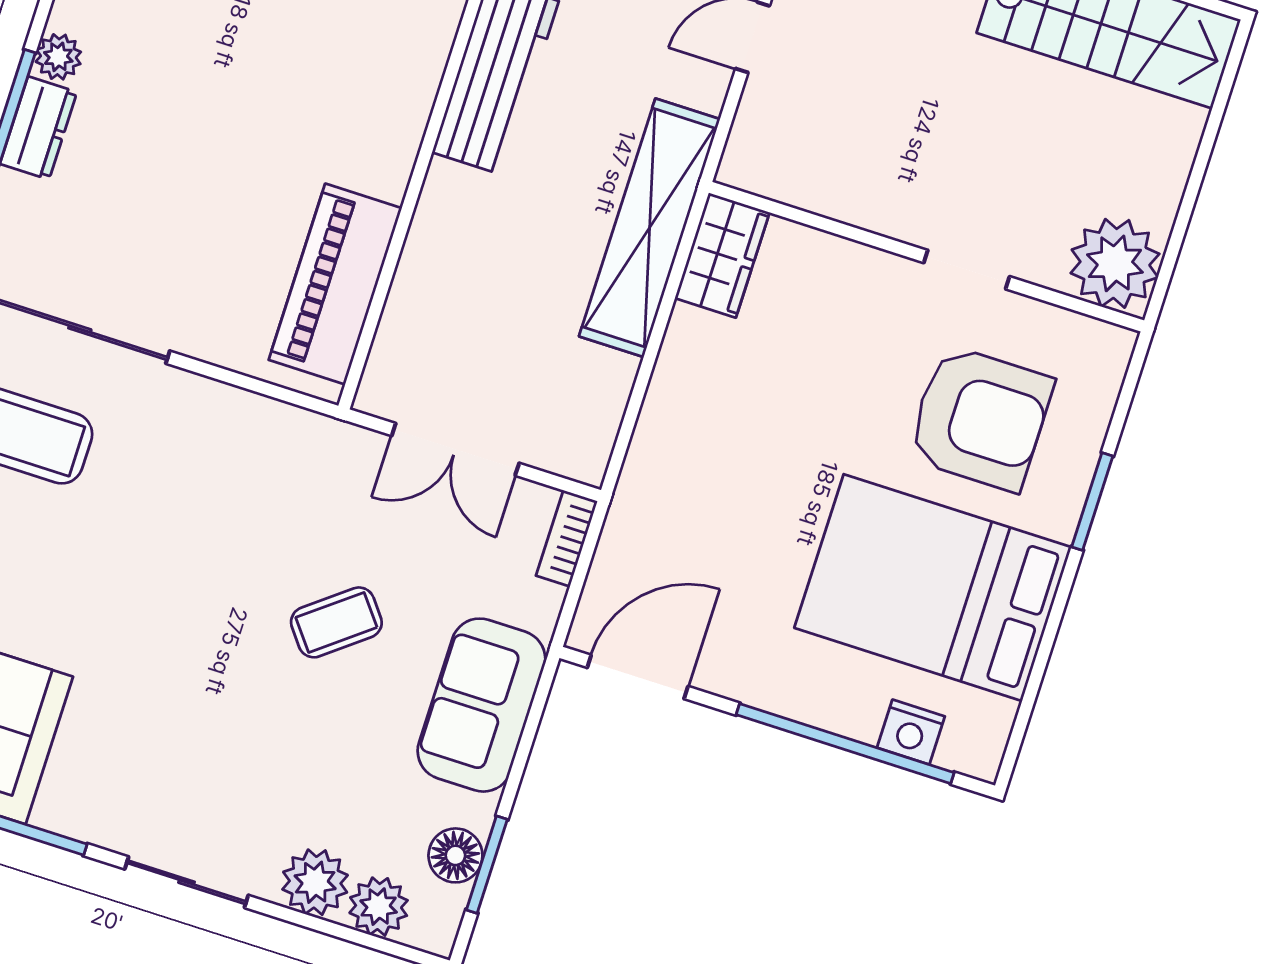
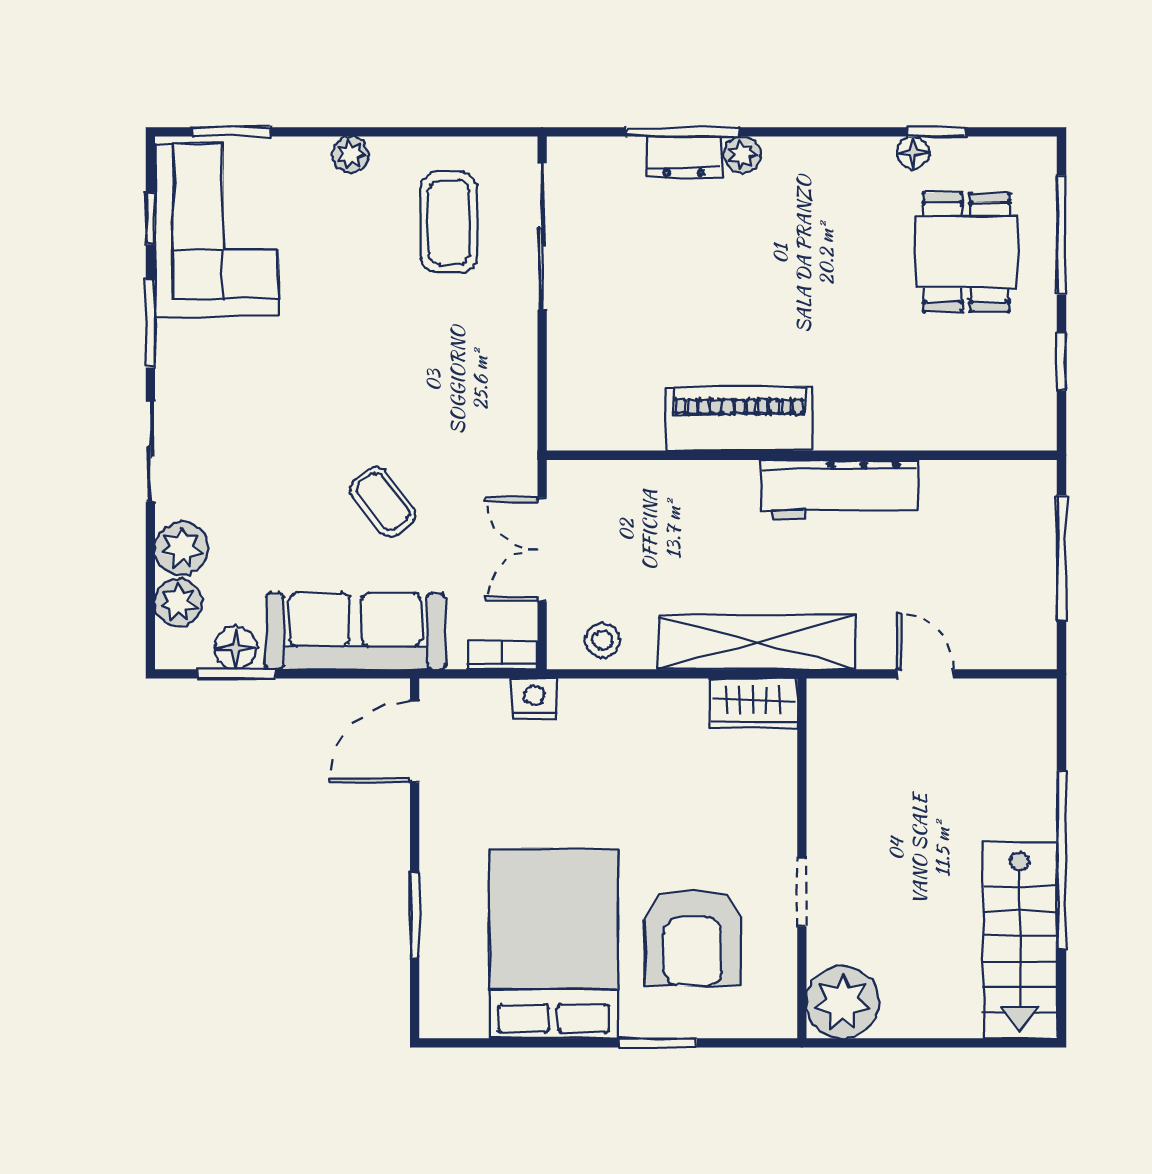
piano: (335, 284) -> (739, 419), moved
stool: (588, 412) -> (602, 640), added
door: (638, 677) -> (415, 742), swing flipped
sofa: (481, 705) -> (356, 631), width x1.36
nightstand: (911, 732) -> (534, 699), moved, turned 90
window: (845, 744) -> (415, 915), width x0.47

